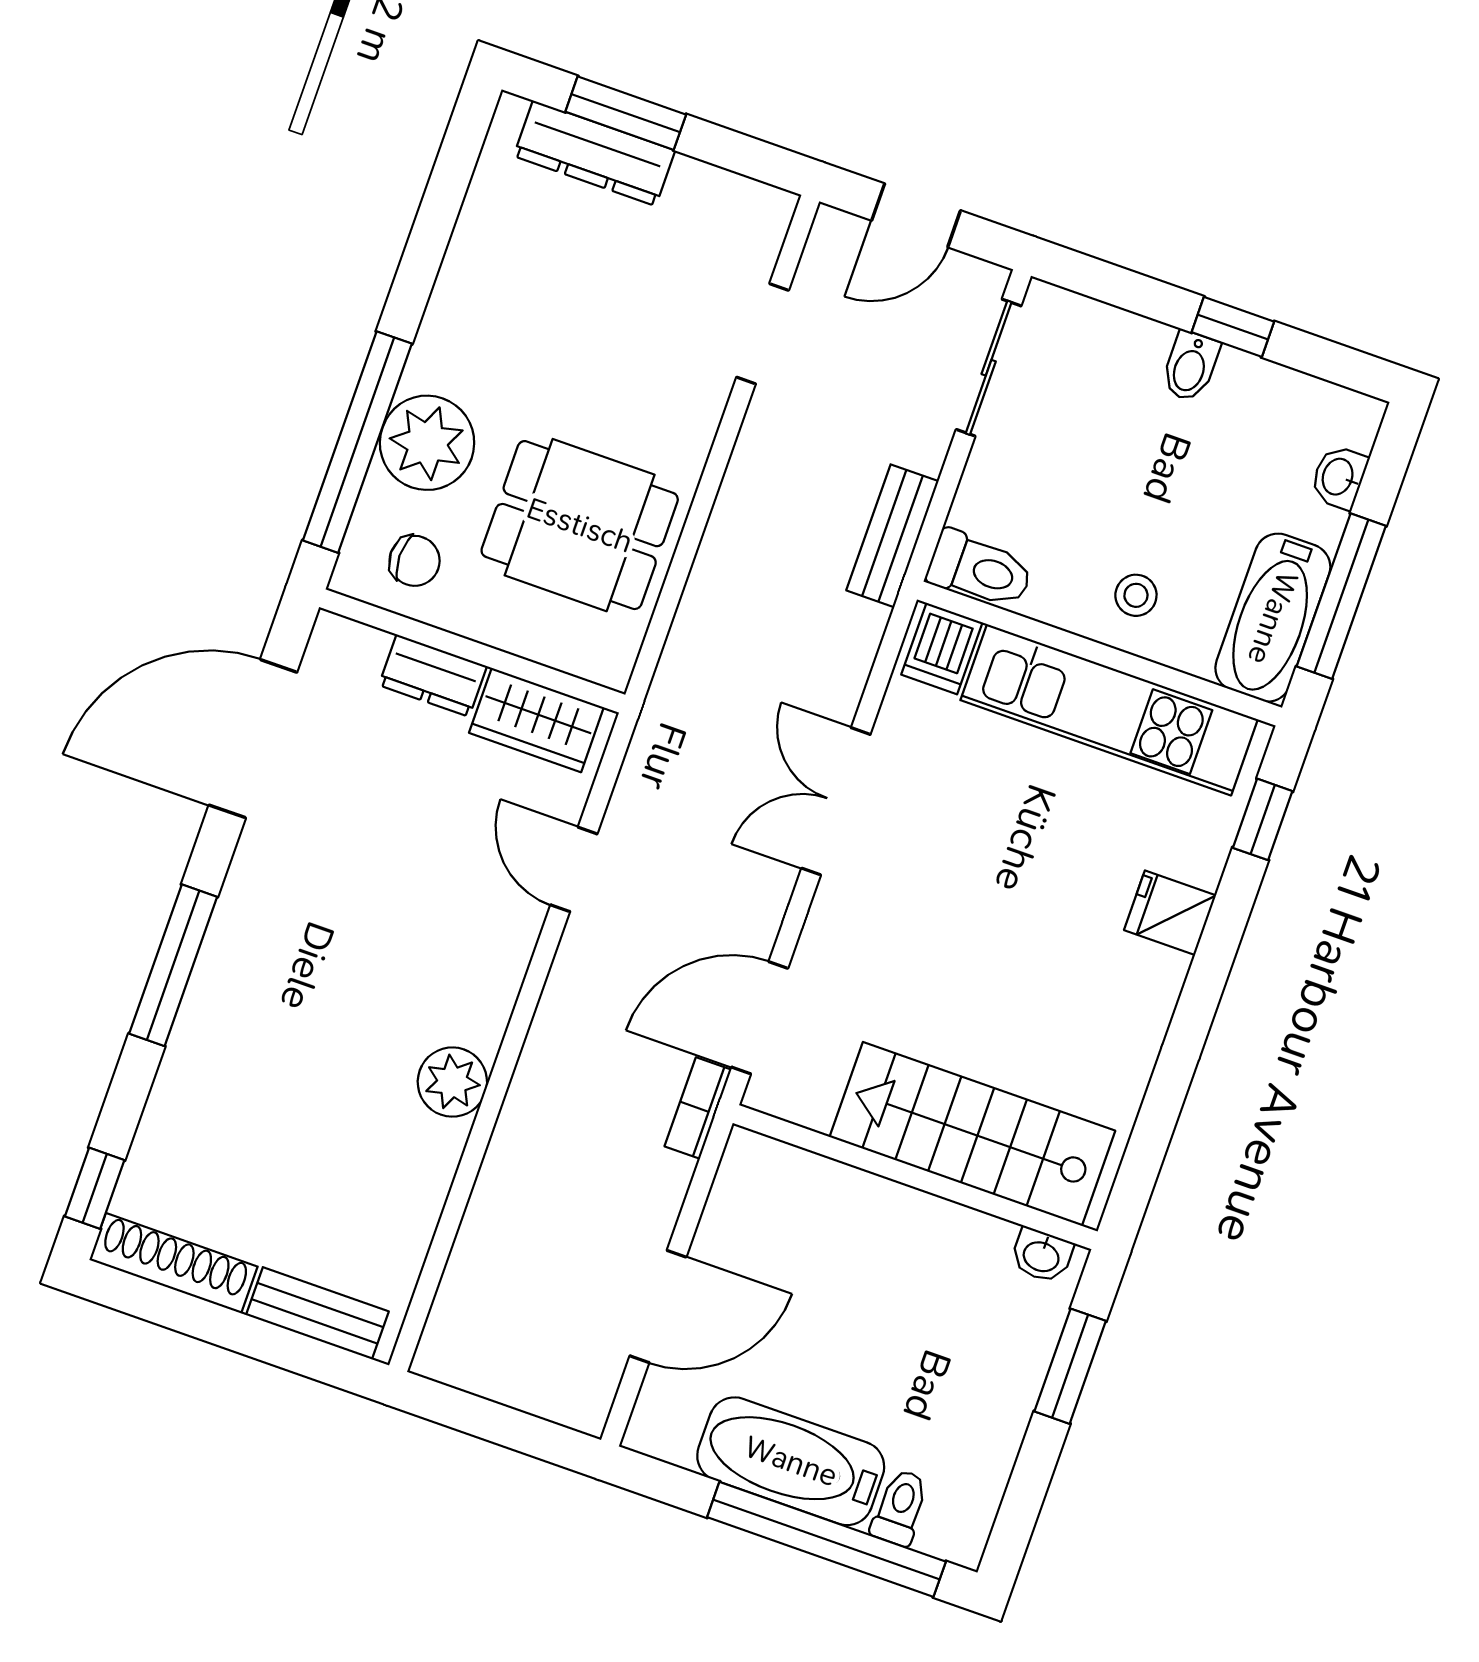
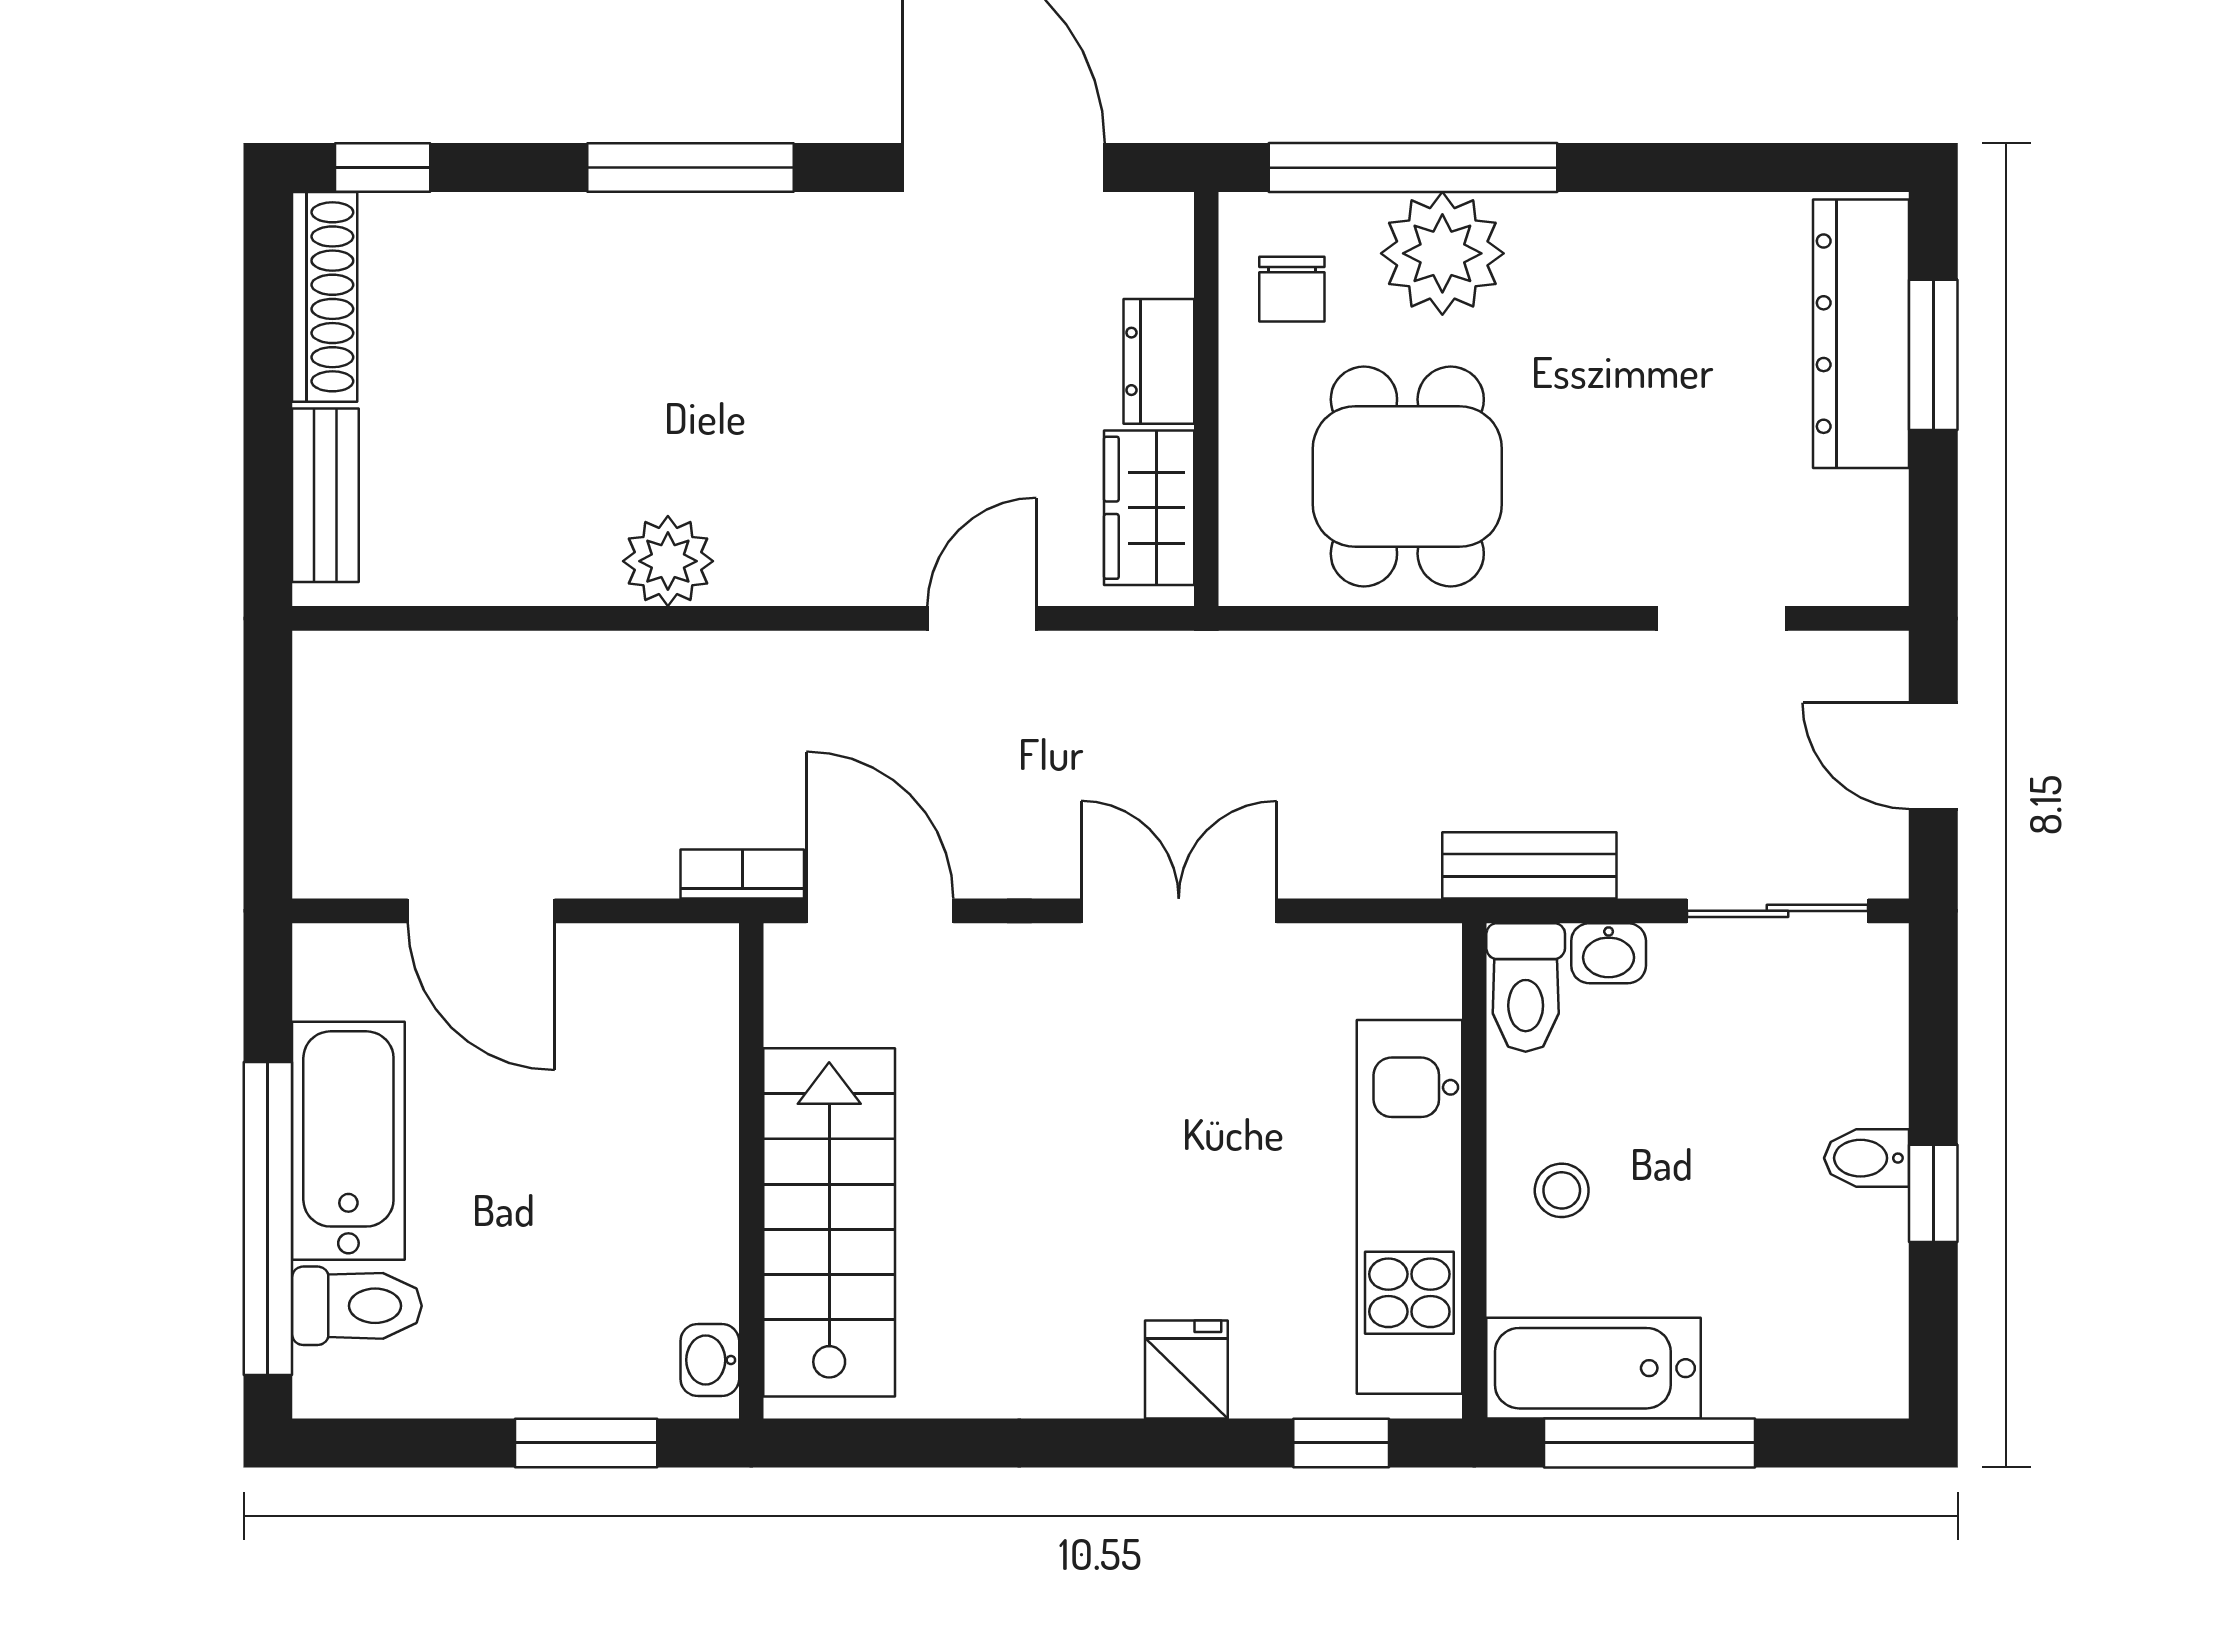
dresser: (594, 153) -> (1861, 334), width x1.37, depth x1.24
washbasin: (1339, 477) -> (1609, 953), moved, turned 180
dishwasher: (942, 649) -> (1412, 975), removed
toilet: (900, 1507) -> (357, 1306), width x1.37, depth x1.39

